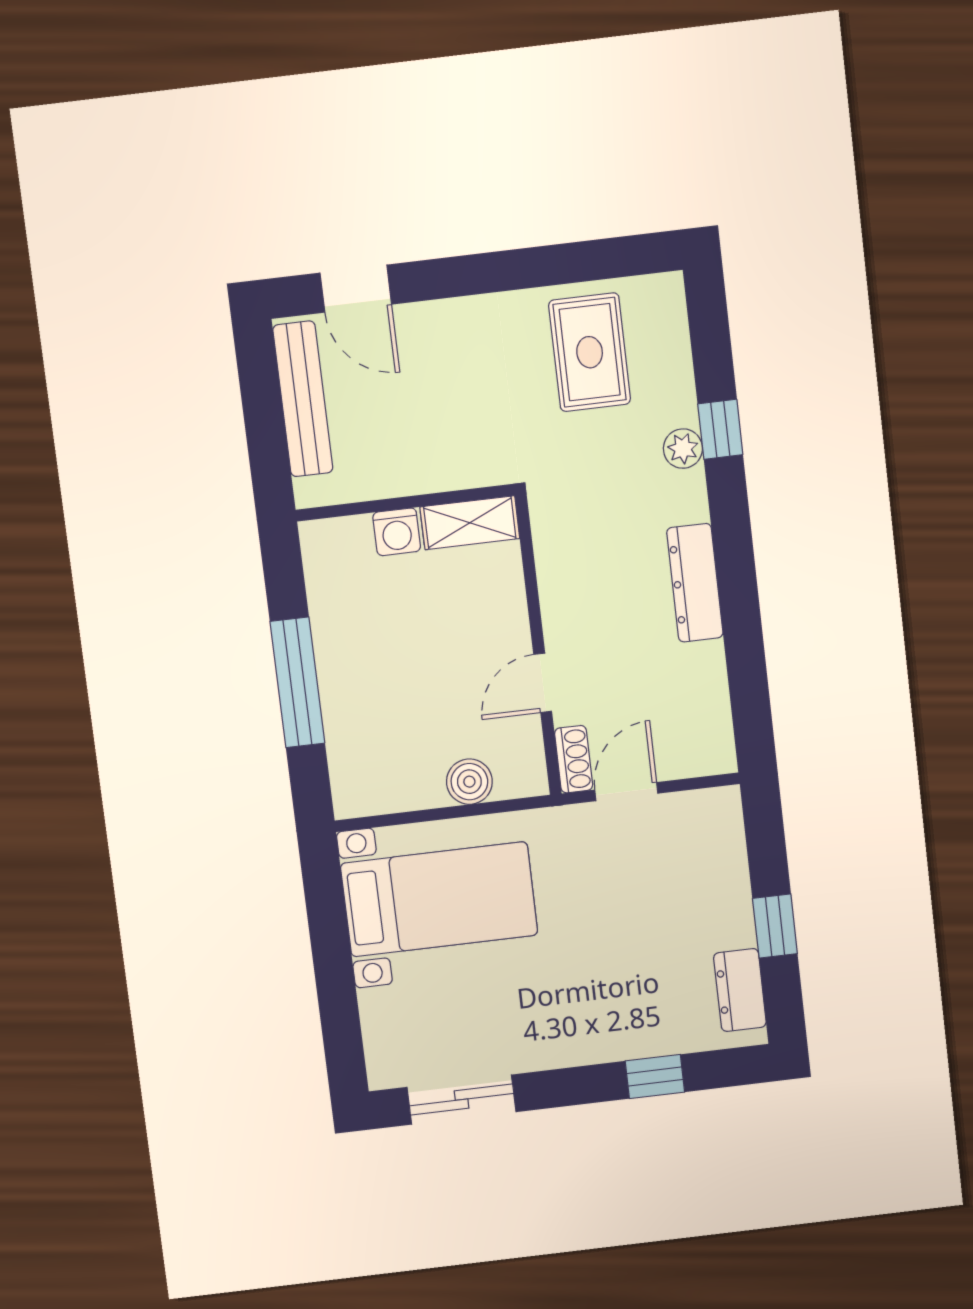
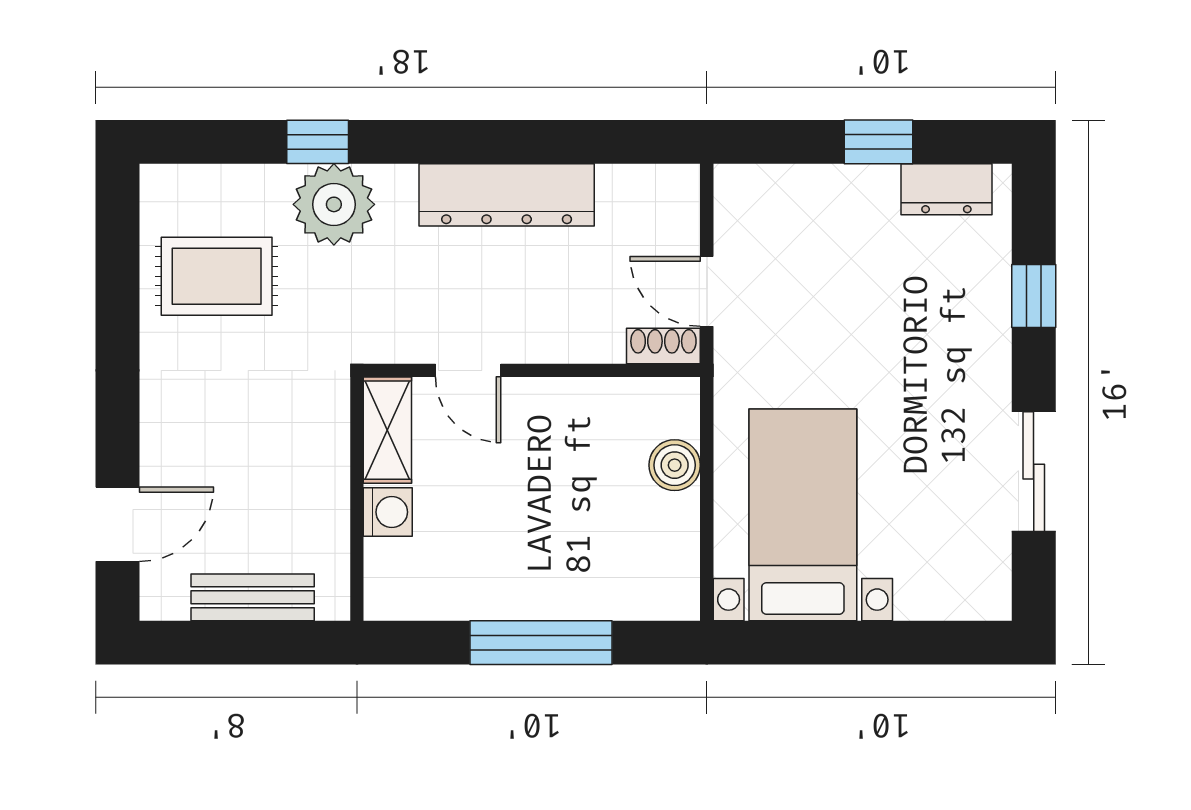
bench: (303, 399) -> (253, 597), width x0.73
plant: (683, 449) -> (334, 204), width x1.87, depth x1.87
dresser: (695, 583) -> (507, 195), width x1.37, depth x1.24
door: (543, 683) -> (468, 370), moved
sliding door: (462, 1100) -> (1034, 472), moved

